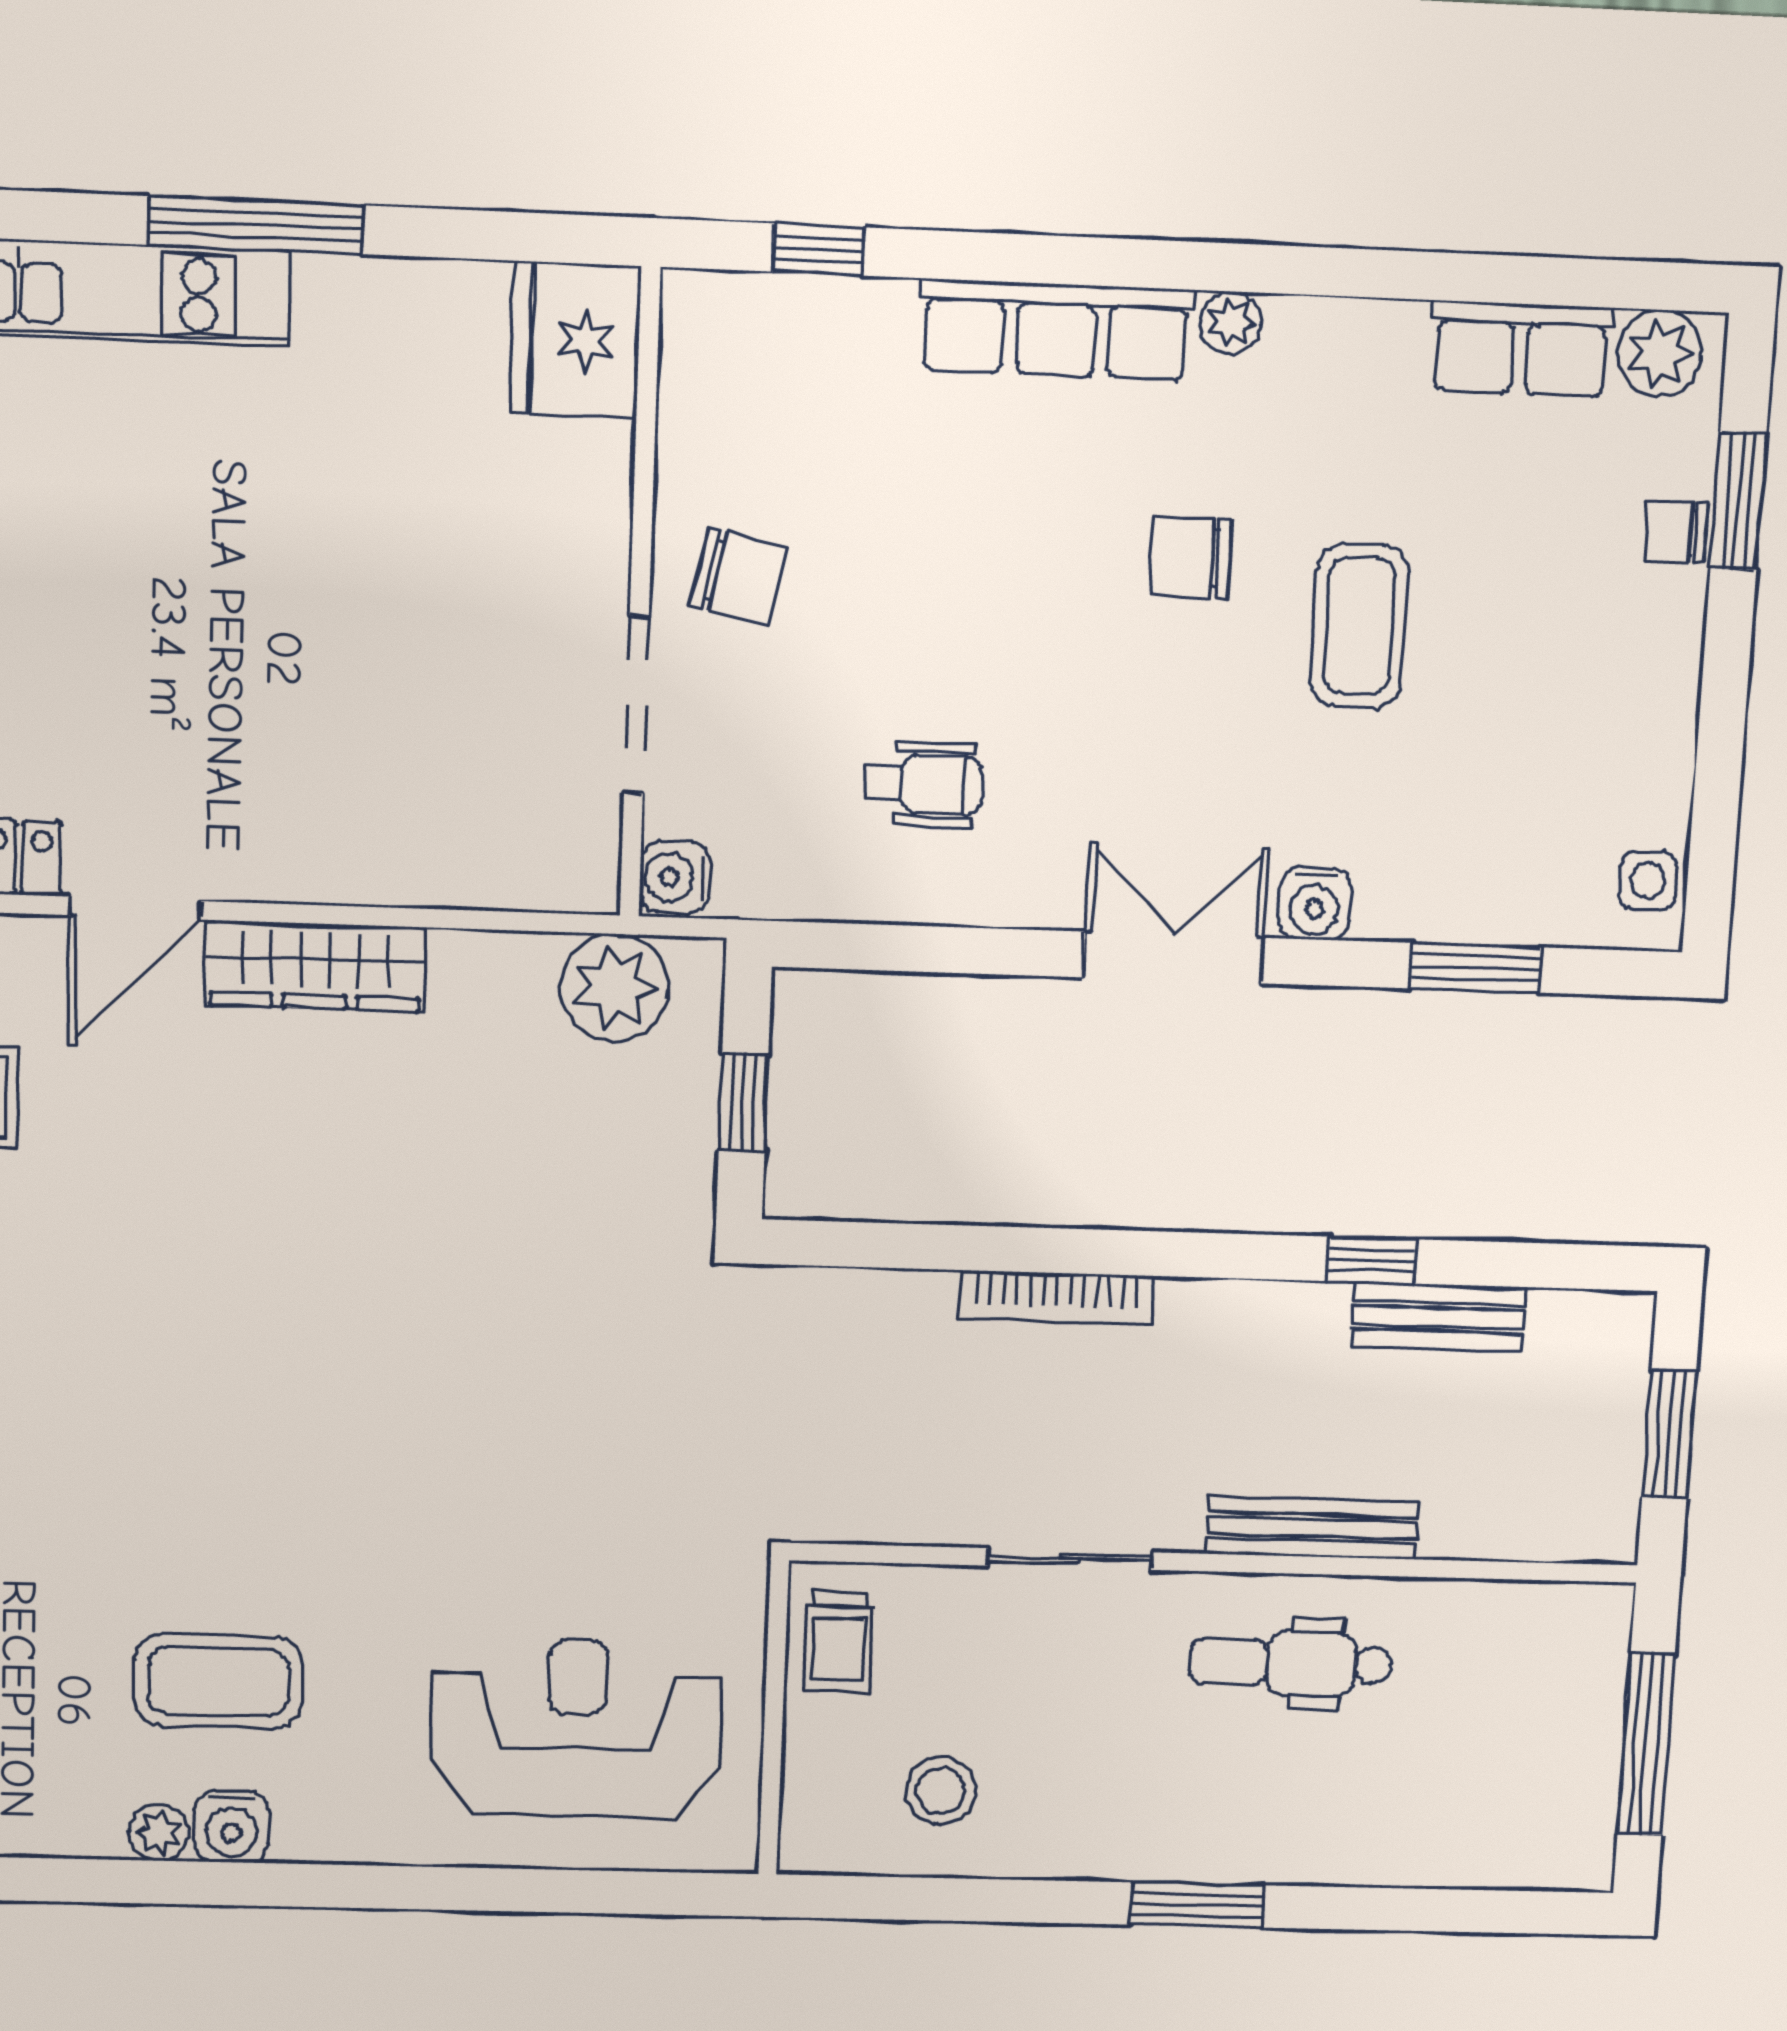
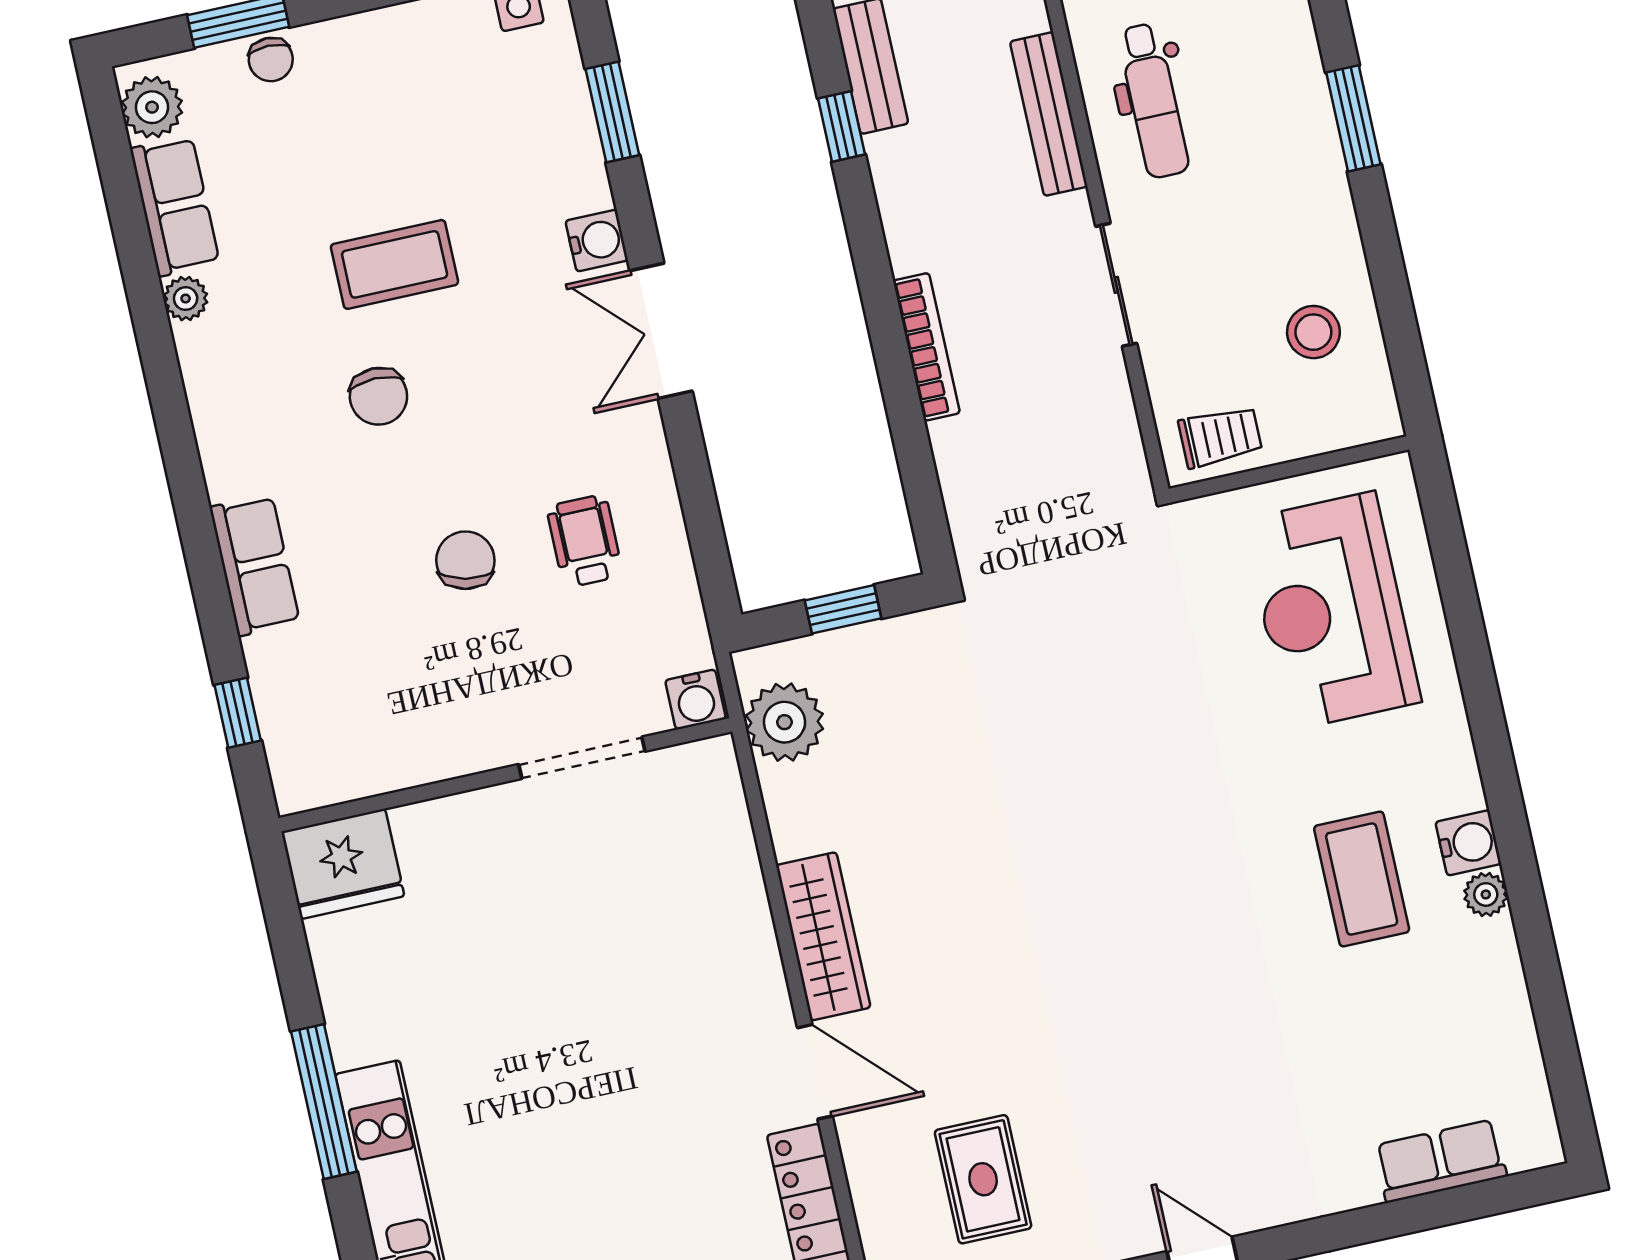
plant: (1231, 323) -> (186, 299), moved
row of seats: (1056, 330) -> (255, 565), width x0.68
chair: (738, 576) -> (465, 560), moved

